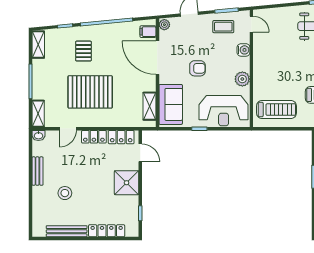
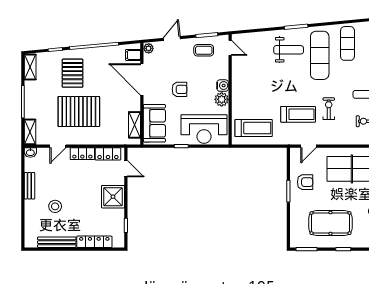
water cooler: (243, 50) -> (223, 86), moved
pallet: (83, 51) -> (73, 73), width x1.50, depth x1.42

